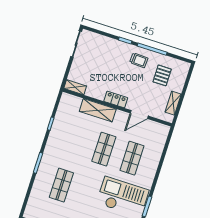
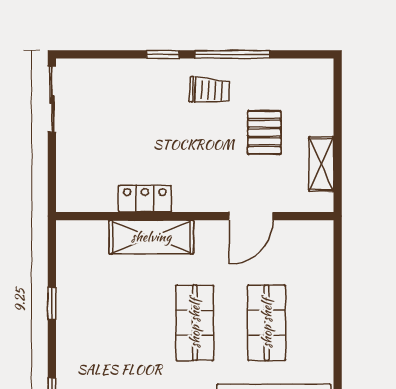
pallet: (162, 75) -> (264, 133), moved
shelving: (75, 87) -> (82, 200), removed
locker: (116, 100) -> (145, 199), moved

